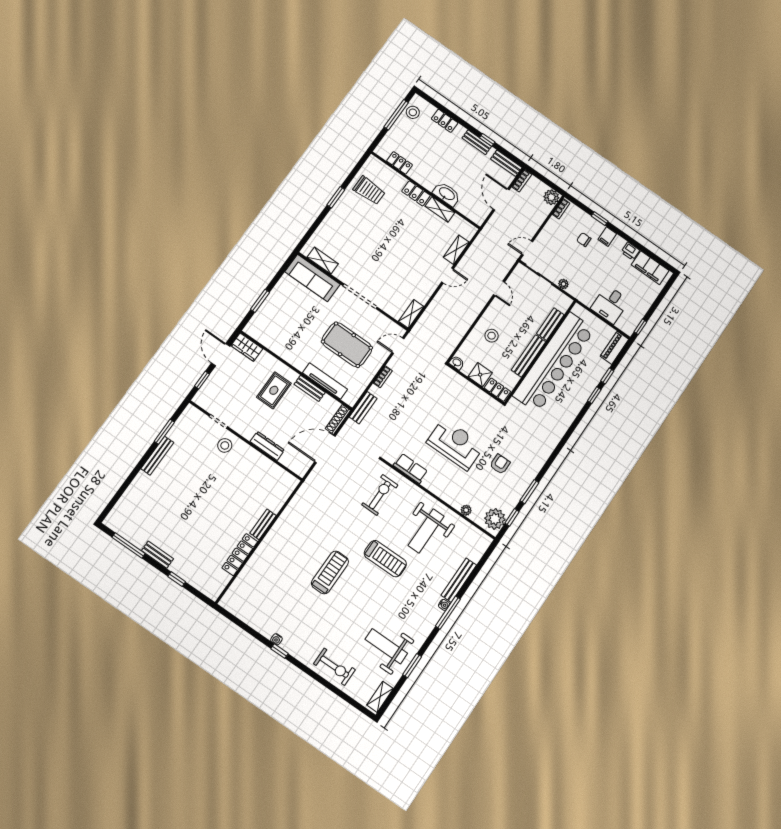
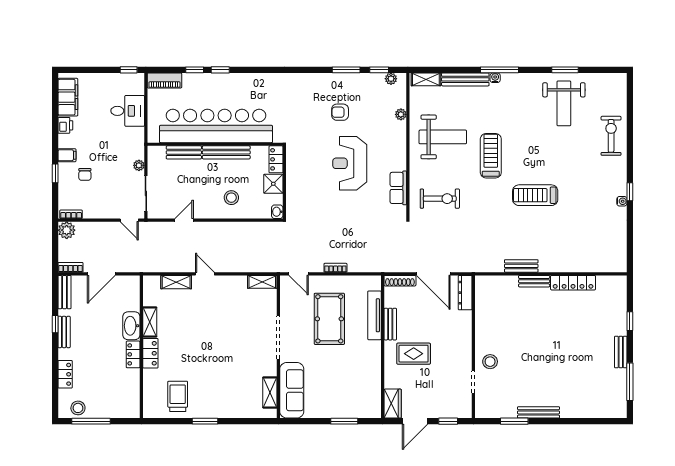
locker: (400, 163) -> (133, 354), moved
bench: (363, 408) -> (521, 266), moved
dresser: (267, 446) -> (465, 293), moved
exercise bike: (380, 495) -> (440, 199), turned 180
plant: (495, 519) -> (391, 79), width x0.53, depth x0.53
shelving: (380, 697) -> (426, 79), moved

